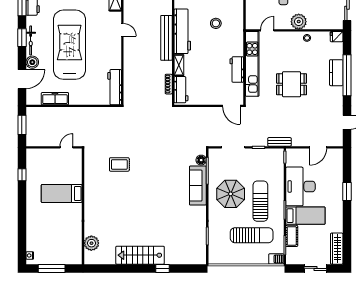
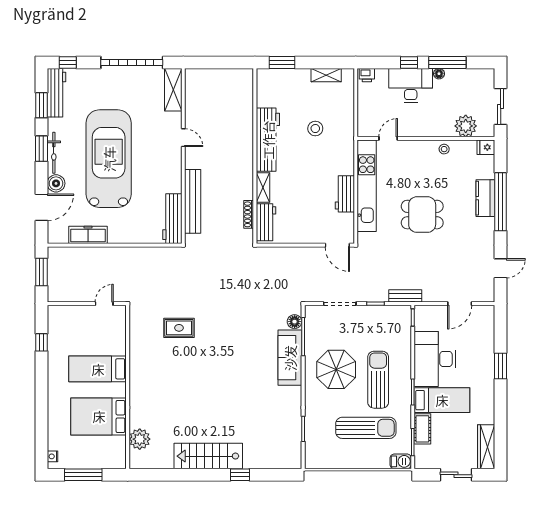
plant: (299, 22) -> (466, 126), moved
bench: (166, 38) -> (193, 201), moved
bed: (62, 227) -> (99, 416), added

